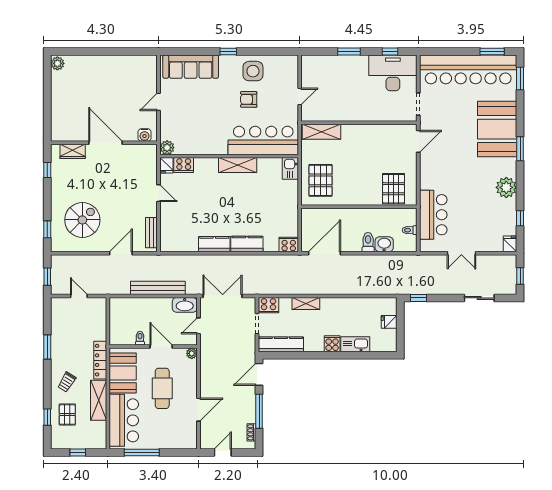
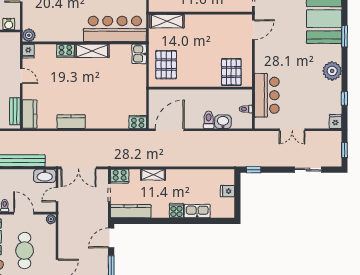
cooker: (184, 165) -> (65, 51), moved
kitchen counter: (247, 244) -> (30, 114), moved, turned 90
double door: (223, 296) -> (79, 168), swing flipped

